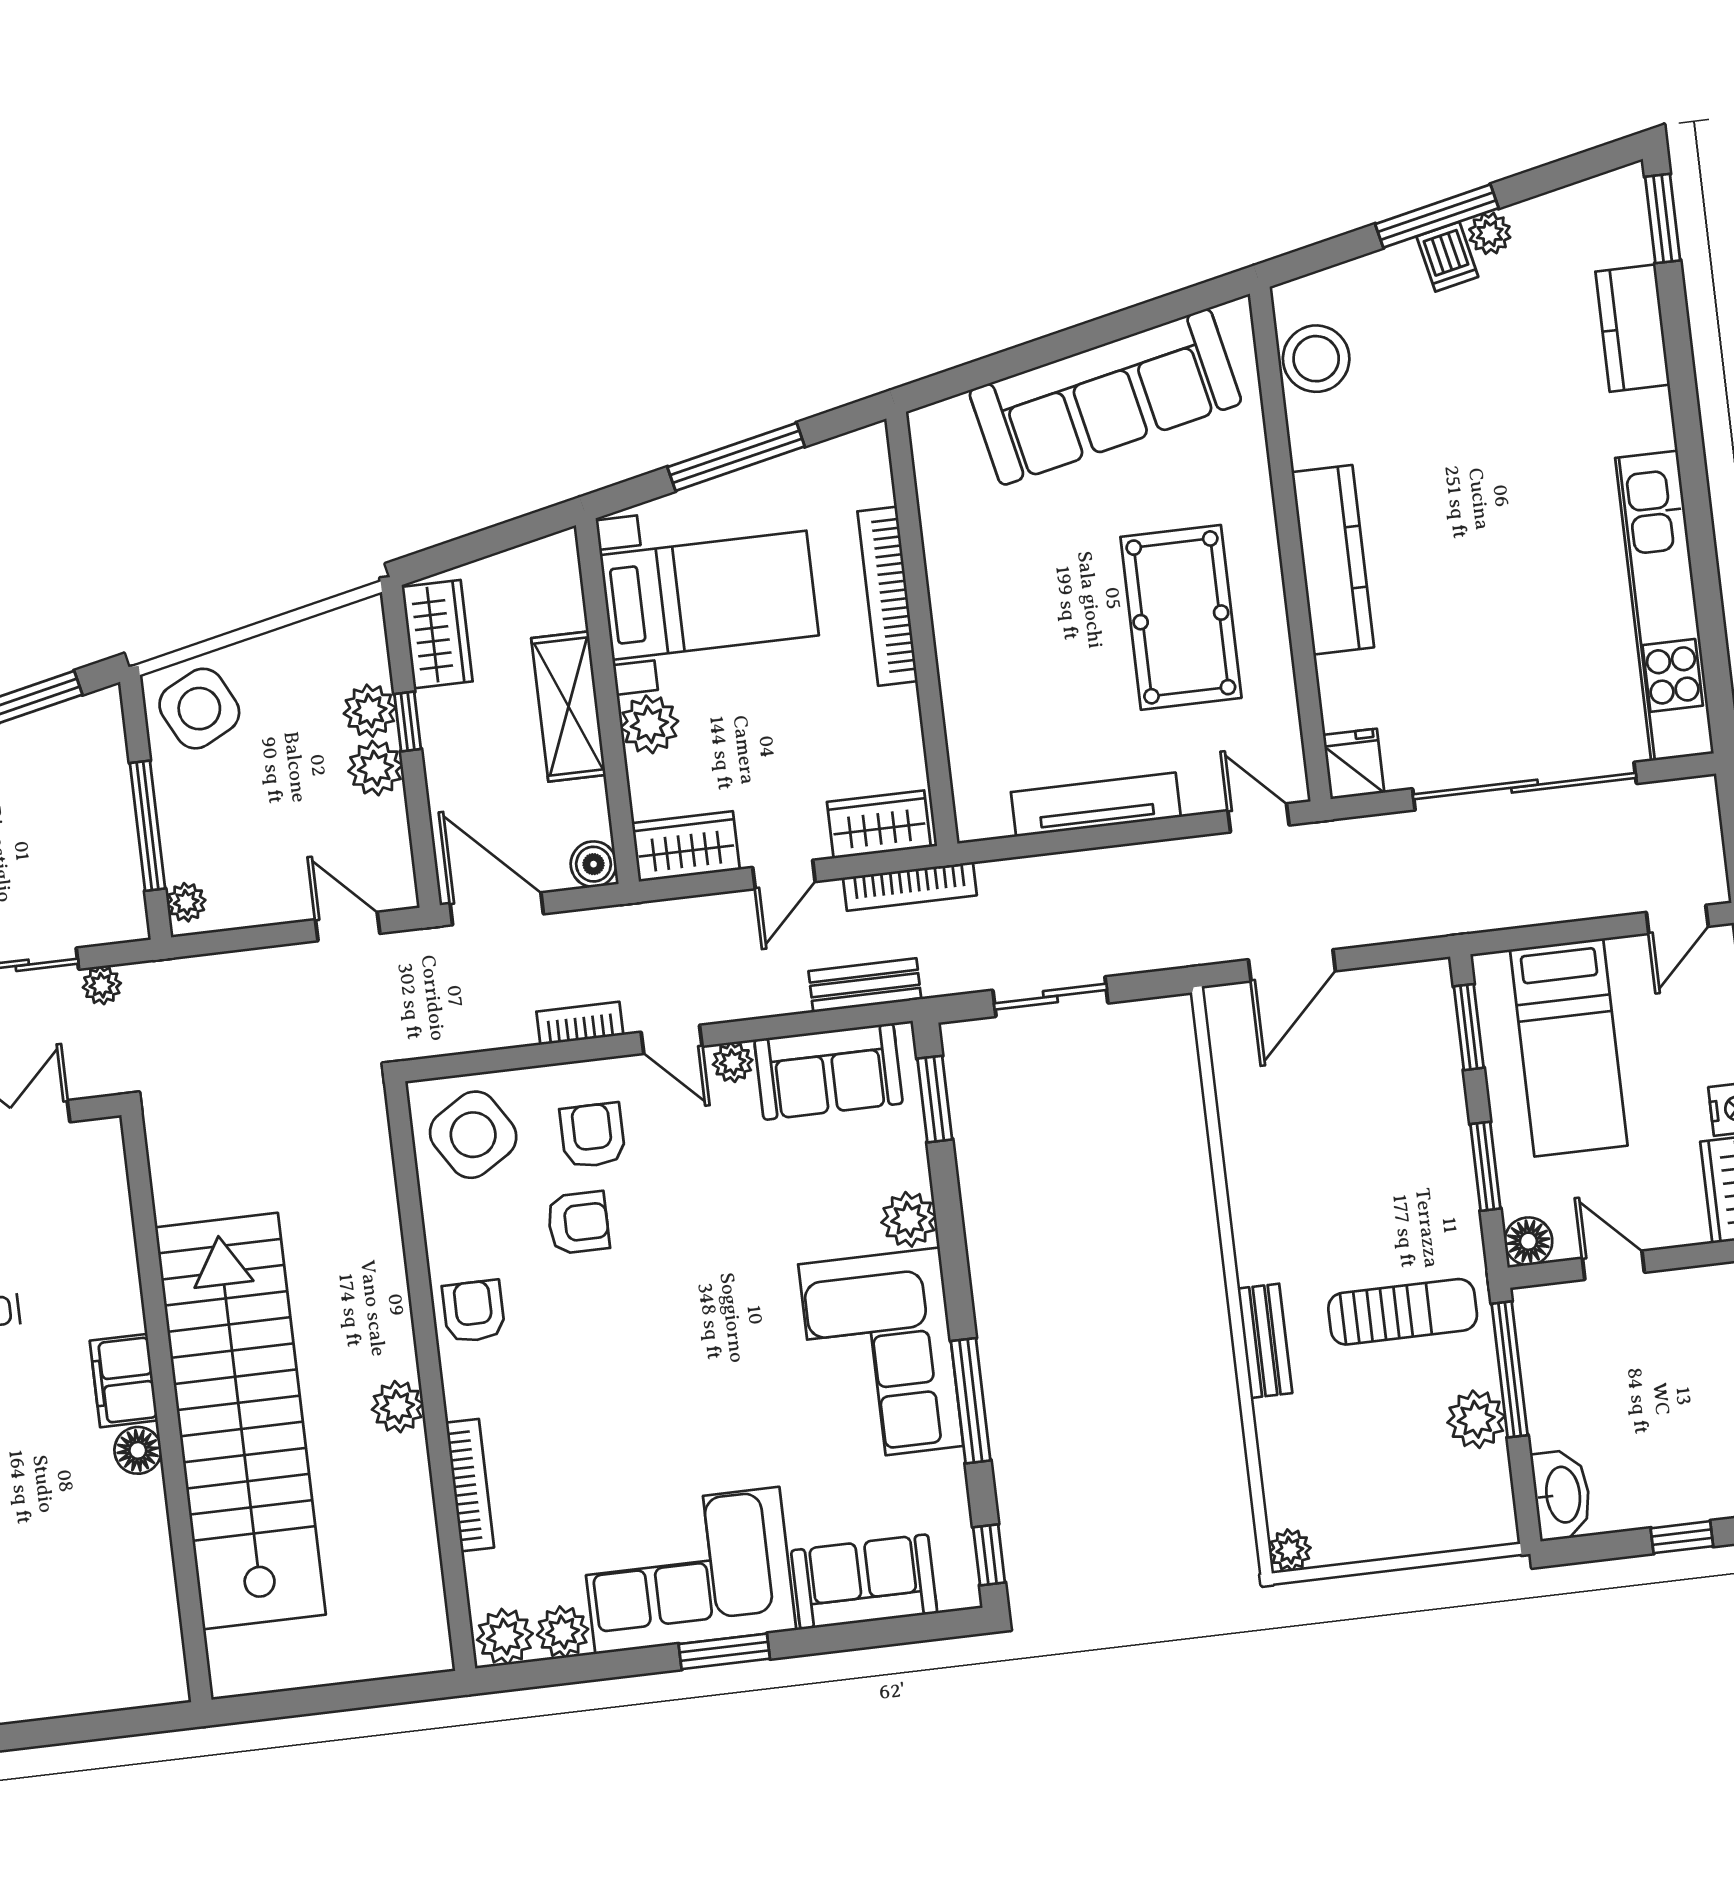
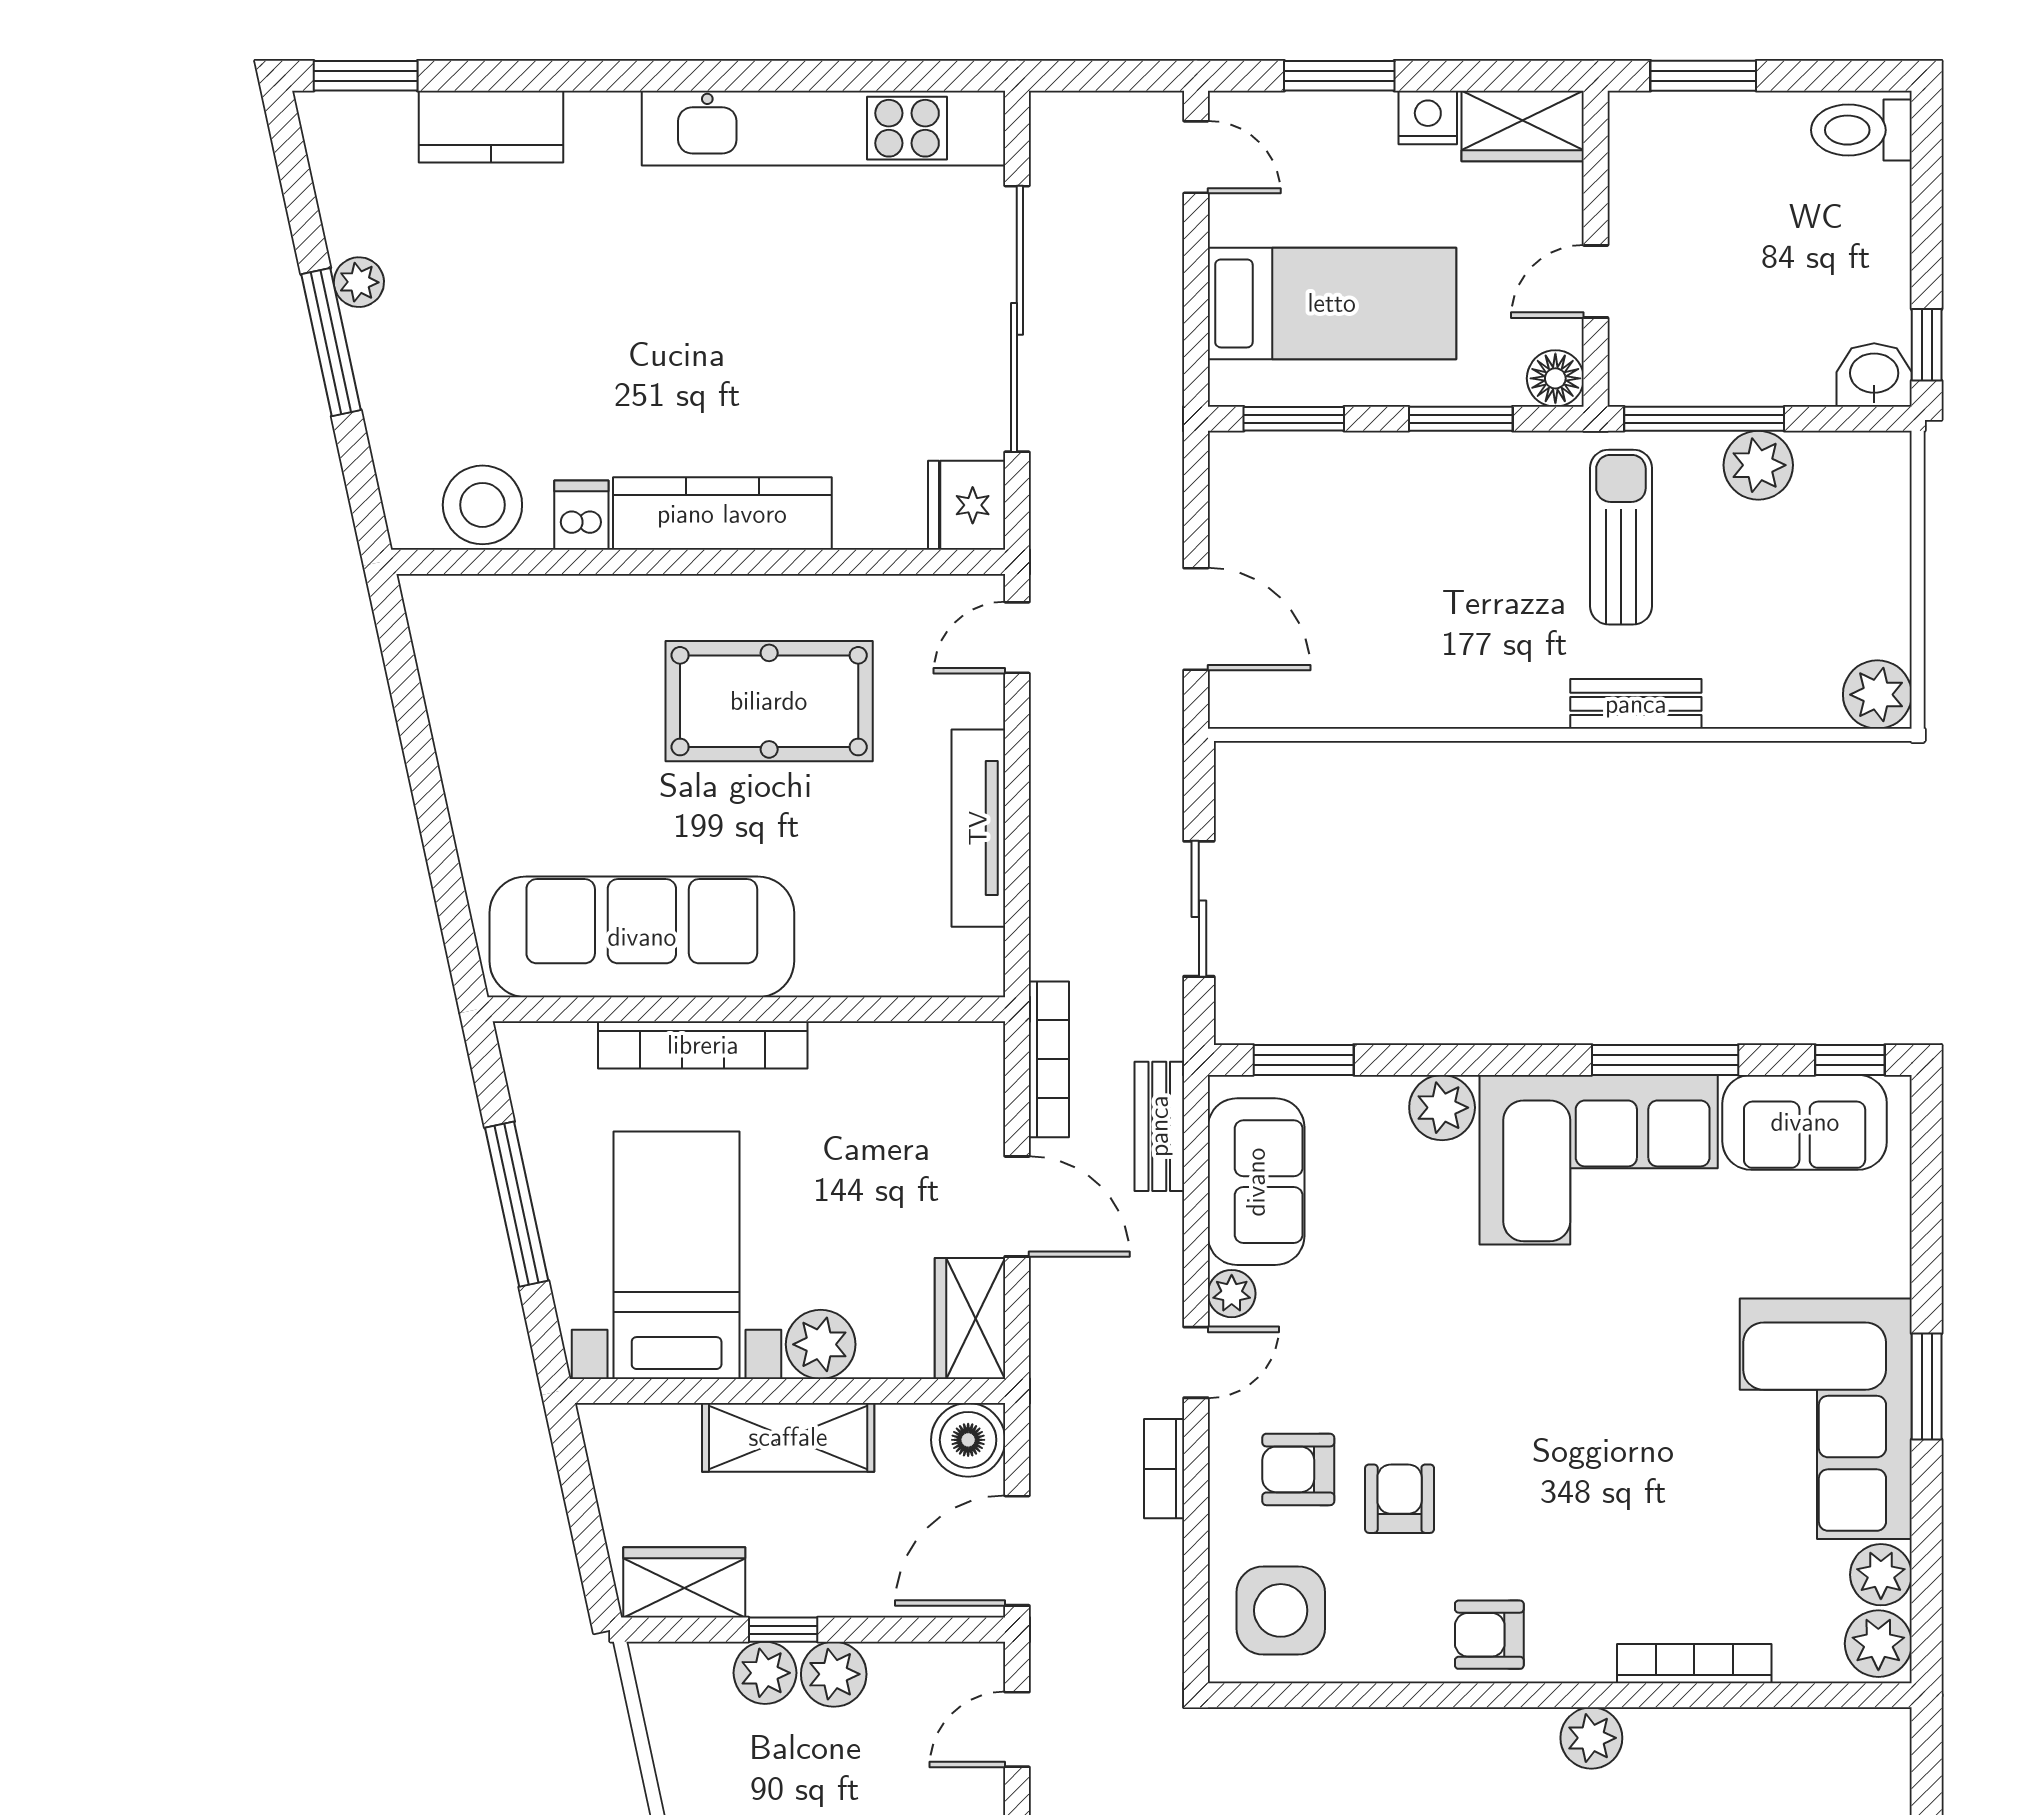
dishwasher: (1447, 257) -> (581, 515), moved, turned -78
sofa: (1105, 397) -> (642, 937), moved, turned -78
fridge: (1354, 764) -> (967, 505), width x1.38
wardrobe: (879, 824) -> (971, 1087), removed
boiler: (594, 864) -> (968, 1440), width x1.36, depth x1.36
door: (784, 874) -> (1017, 1206), width x1.38
side table: (473, 1135) -> (1281, 1610), turned 32
washbasin: (1562, 1495) -> (1874, 375), width x0.72
window: (1682, 1537) -> (1927, 345), moved
plant: (1290, 1550) -> (1877, 695), width x1.38, depth x1.38
sofa: (864, 1582) -> (1805, 1122), moved, turned -90

